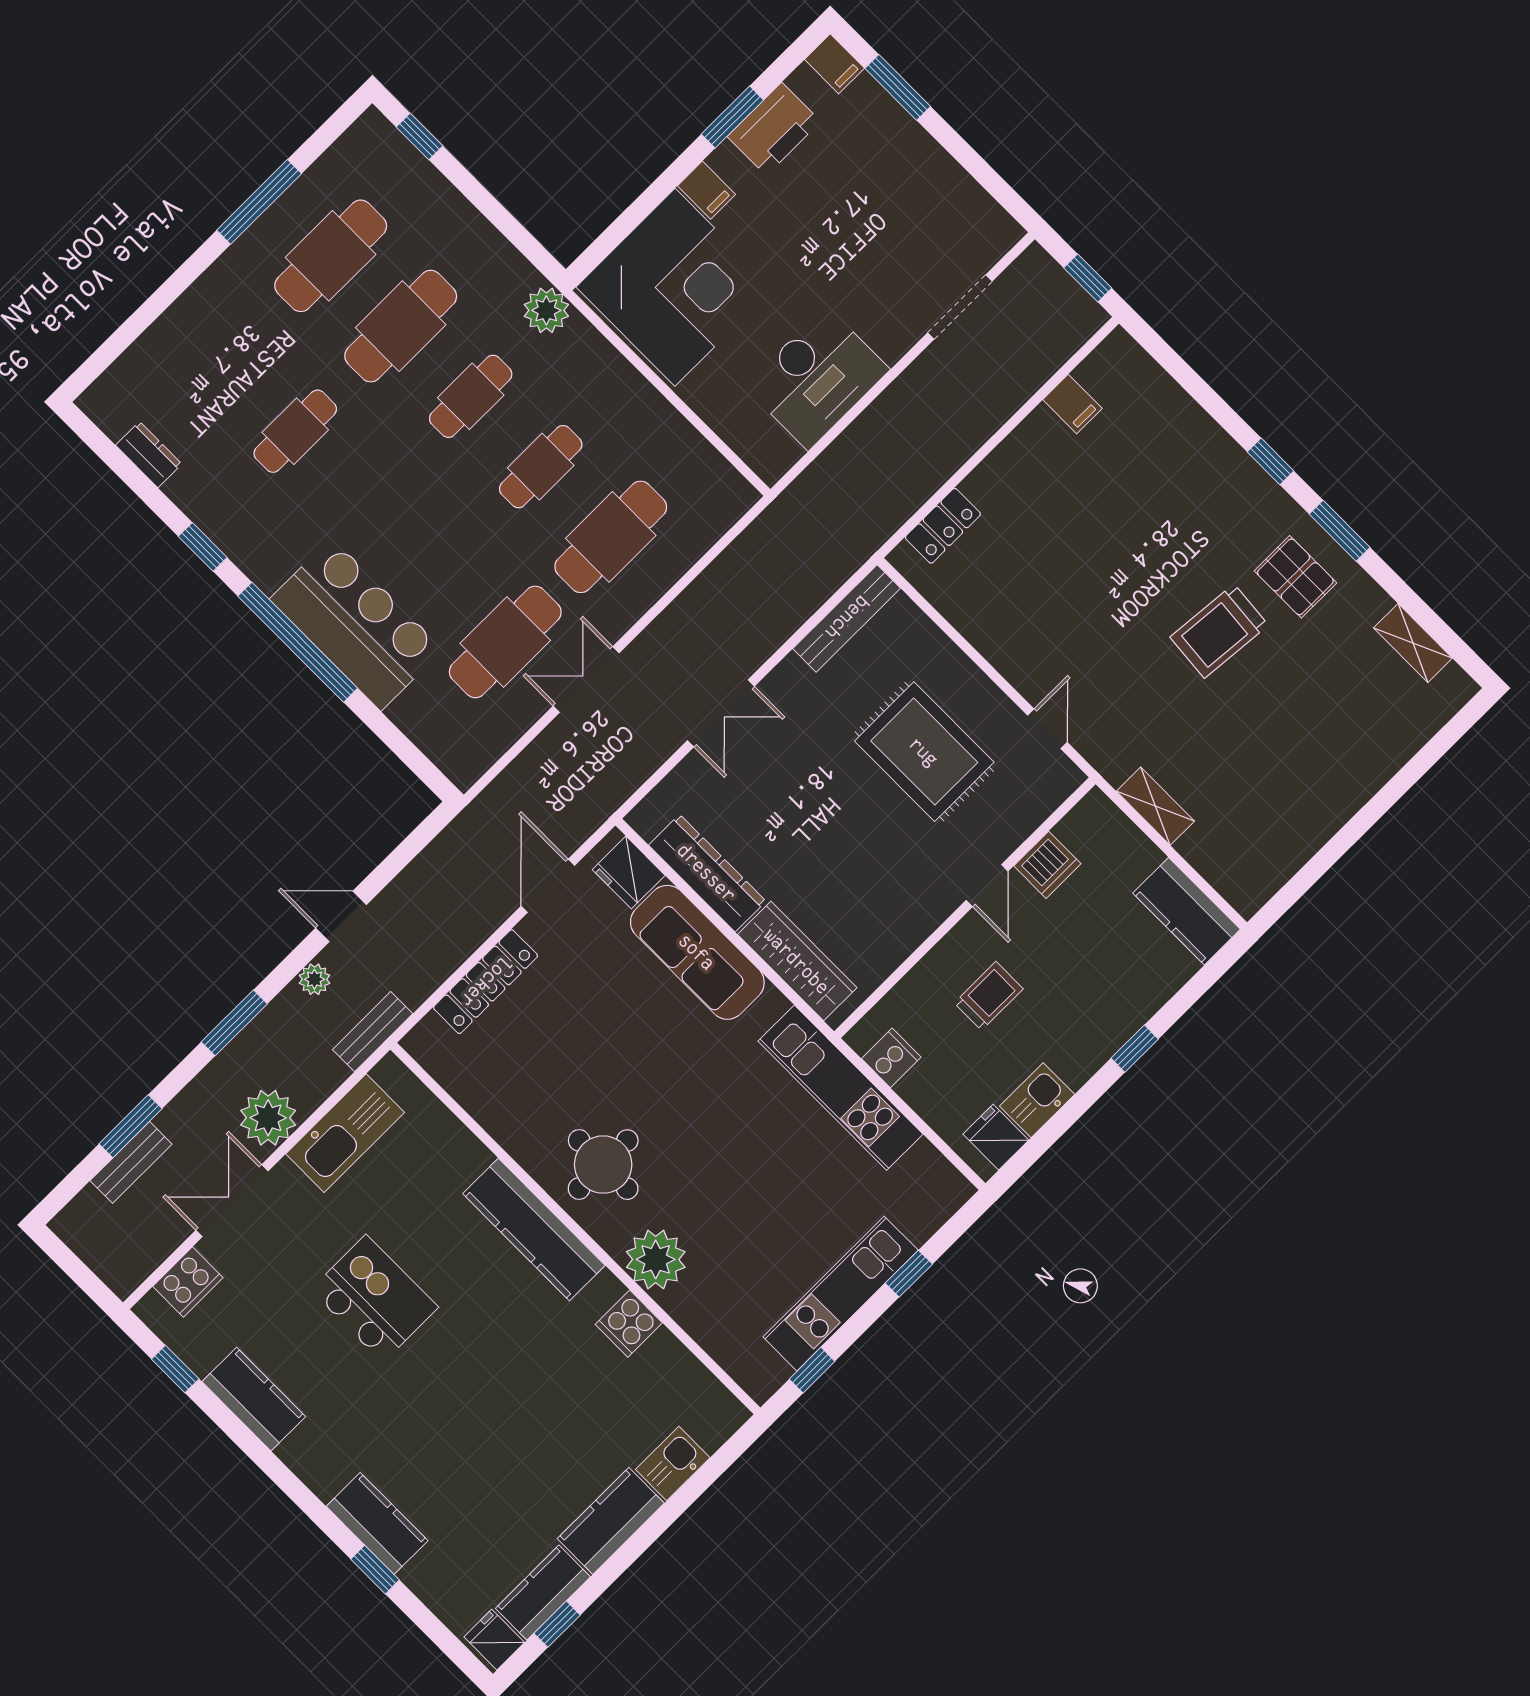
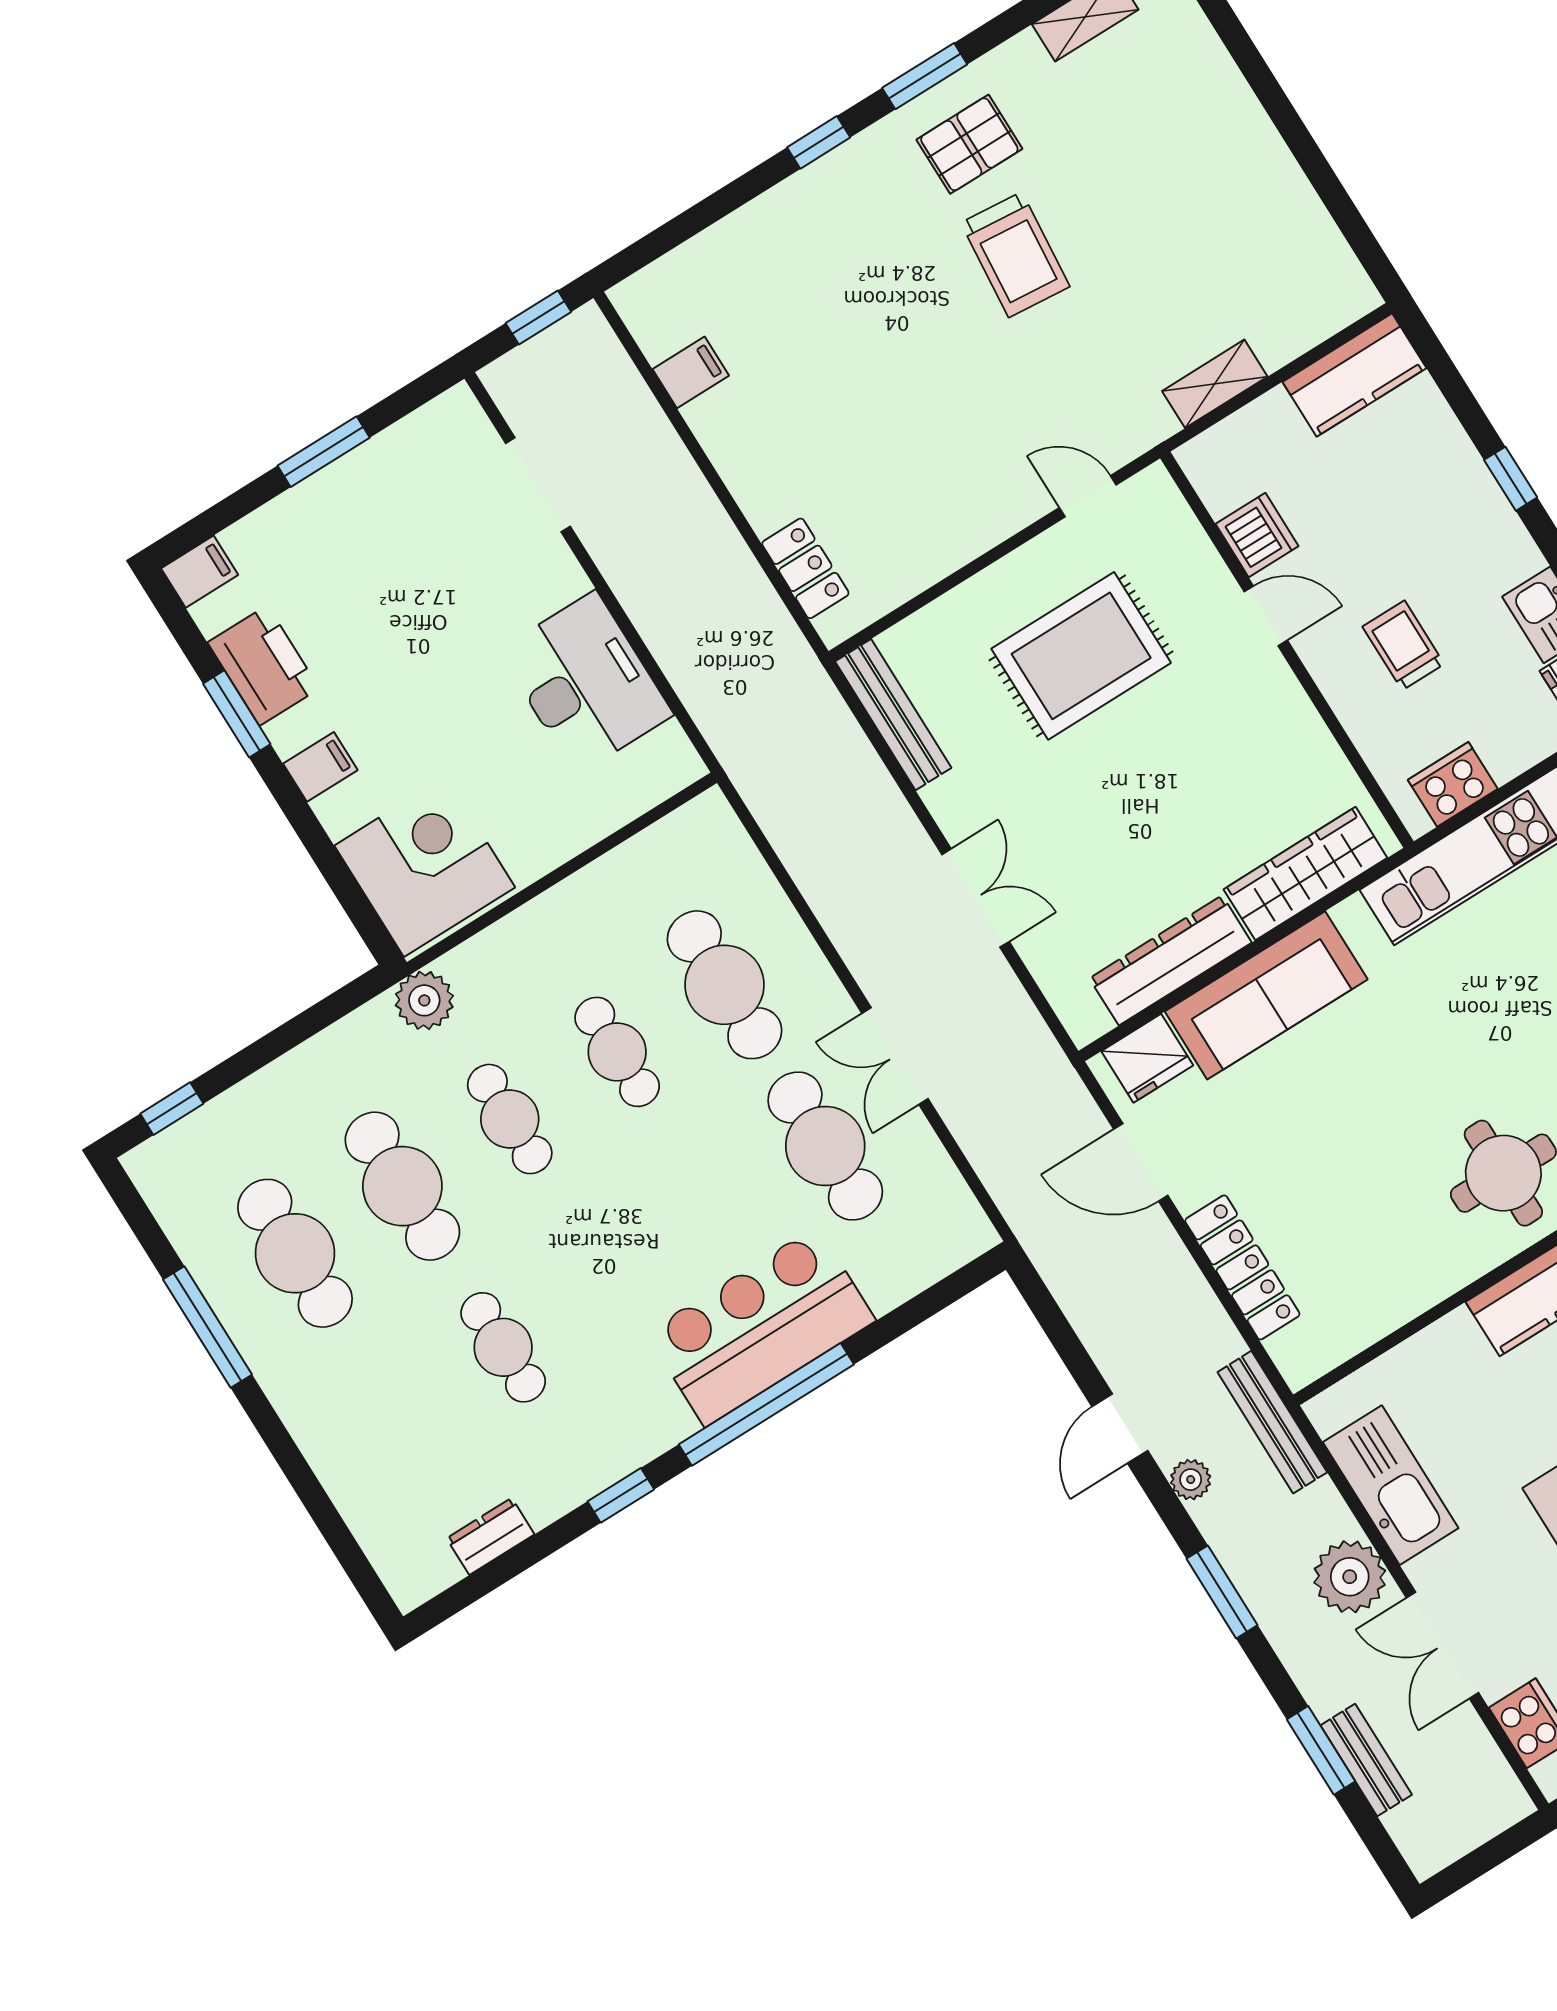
window: (898, 87) -> (324, 452), moved
corner desk: (675, 287) -> (425, 866), width x0.74, depth x0.74
bench: (373, 1032) -> (1272, 1422), width x1.36
cooker: (891, 1058) -> (1453, 784), width x1.36

